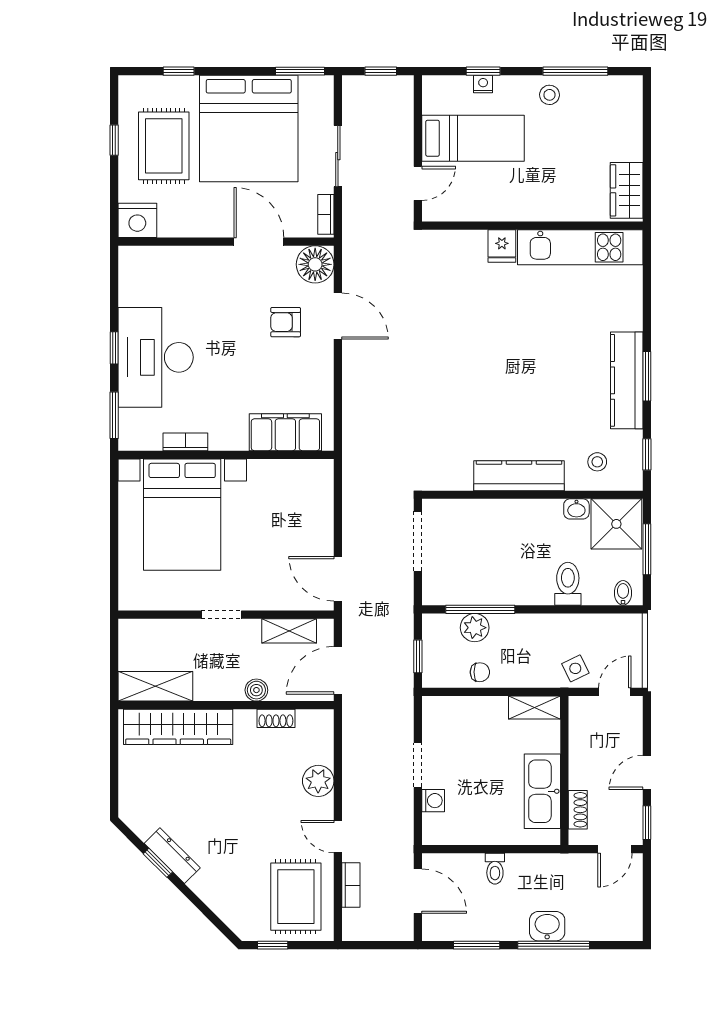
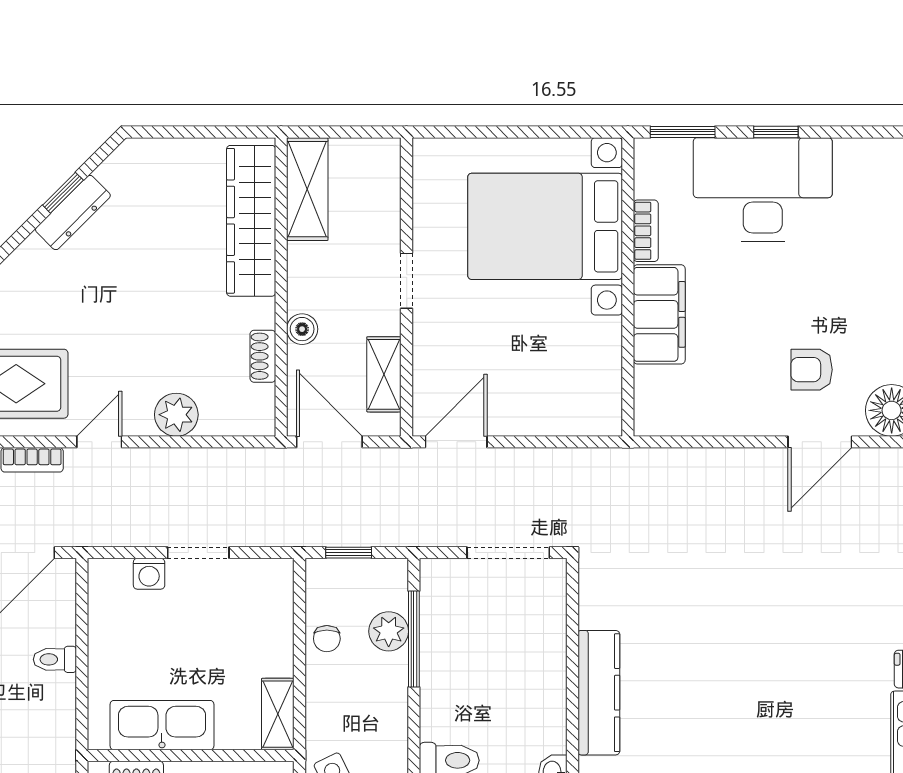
armchair: (286, 322) -> (812, 370), turned -90
filing cabinet: (285, 432) -> (659, 314), moved

